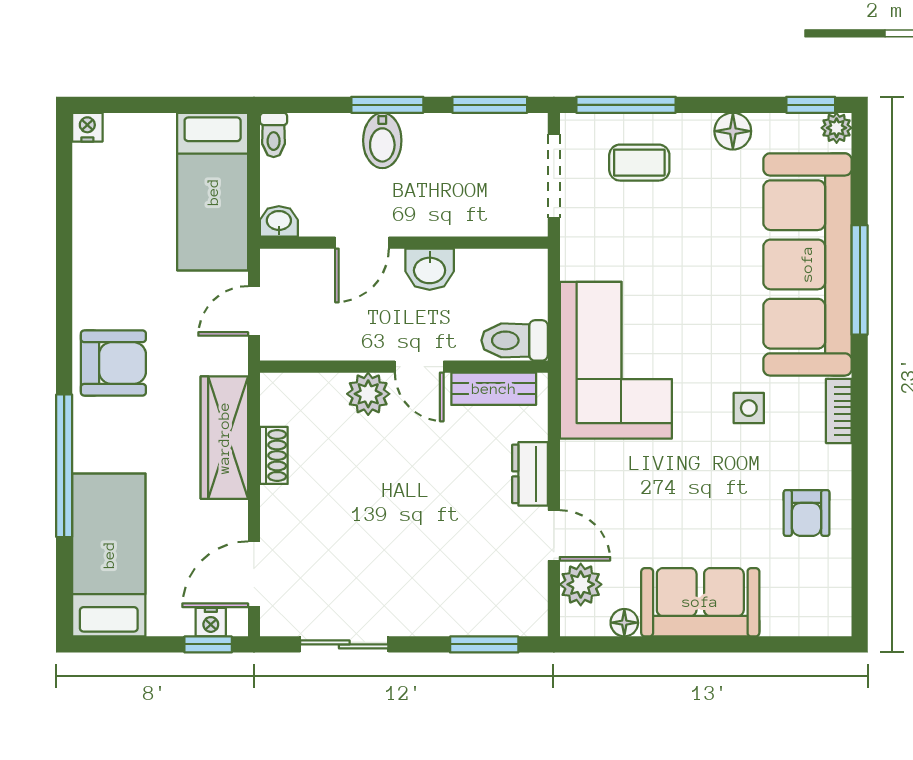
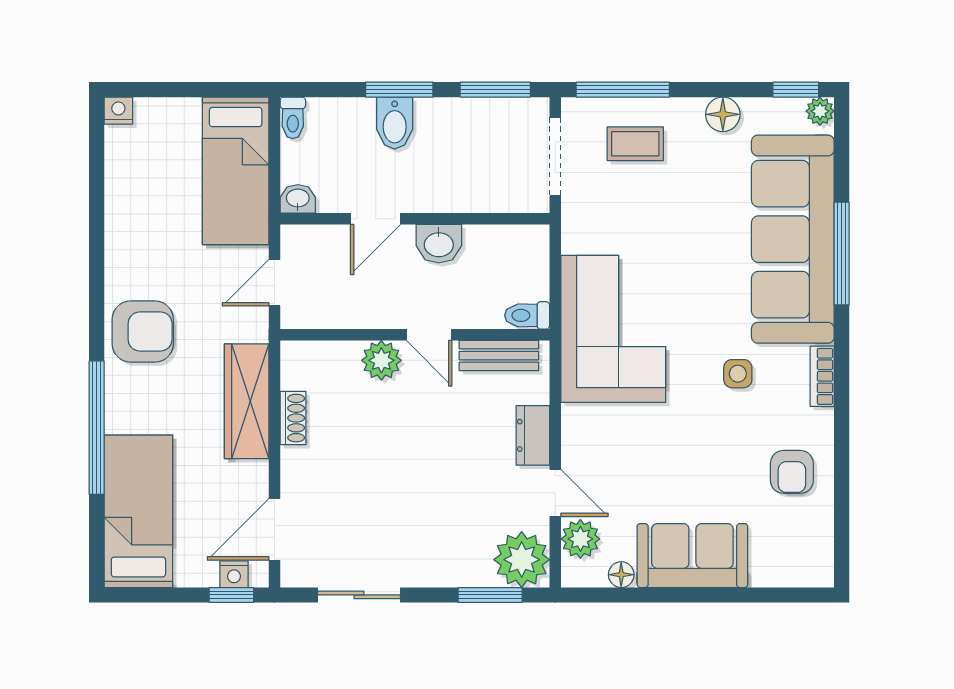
toilet: (515, 340) -> (527, 315), width x0.73, depth x0.72
plant: (518, 607) -> (522, 560), added

